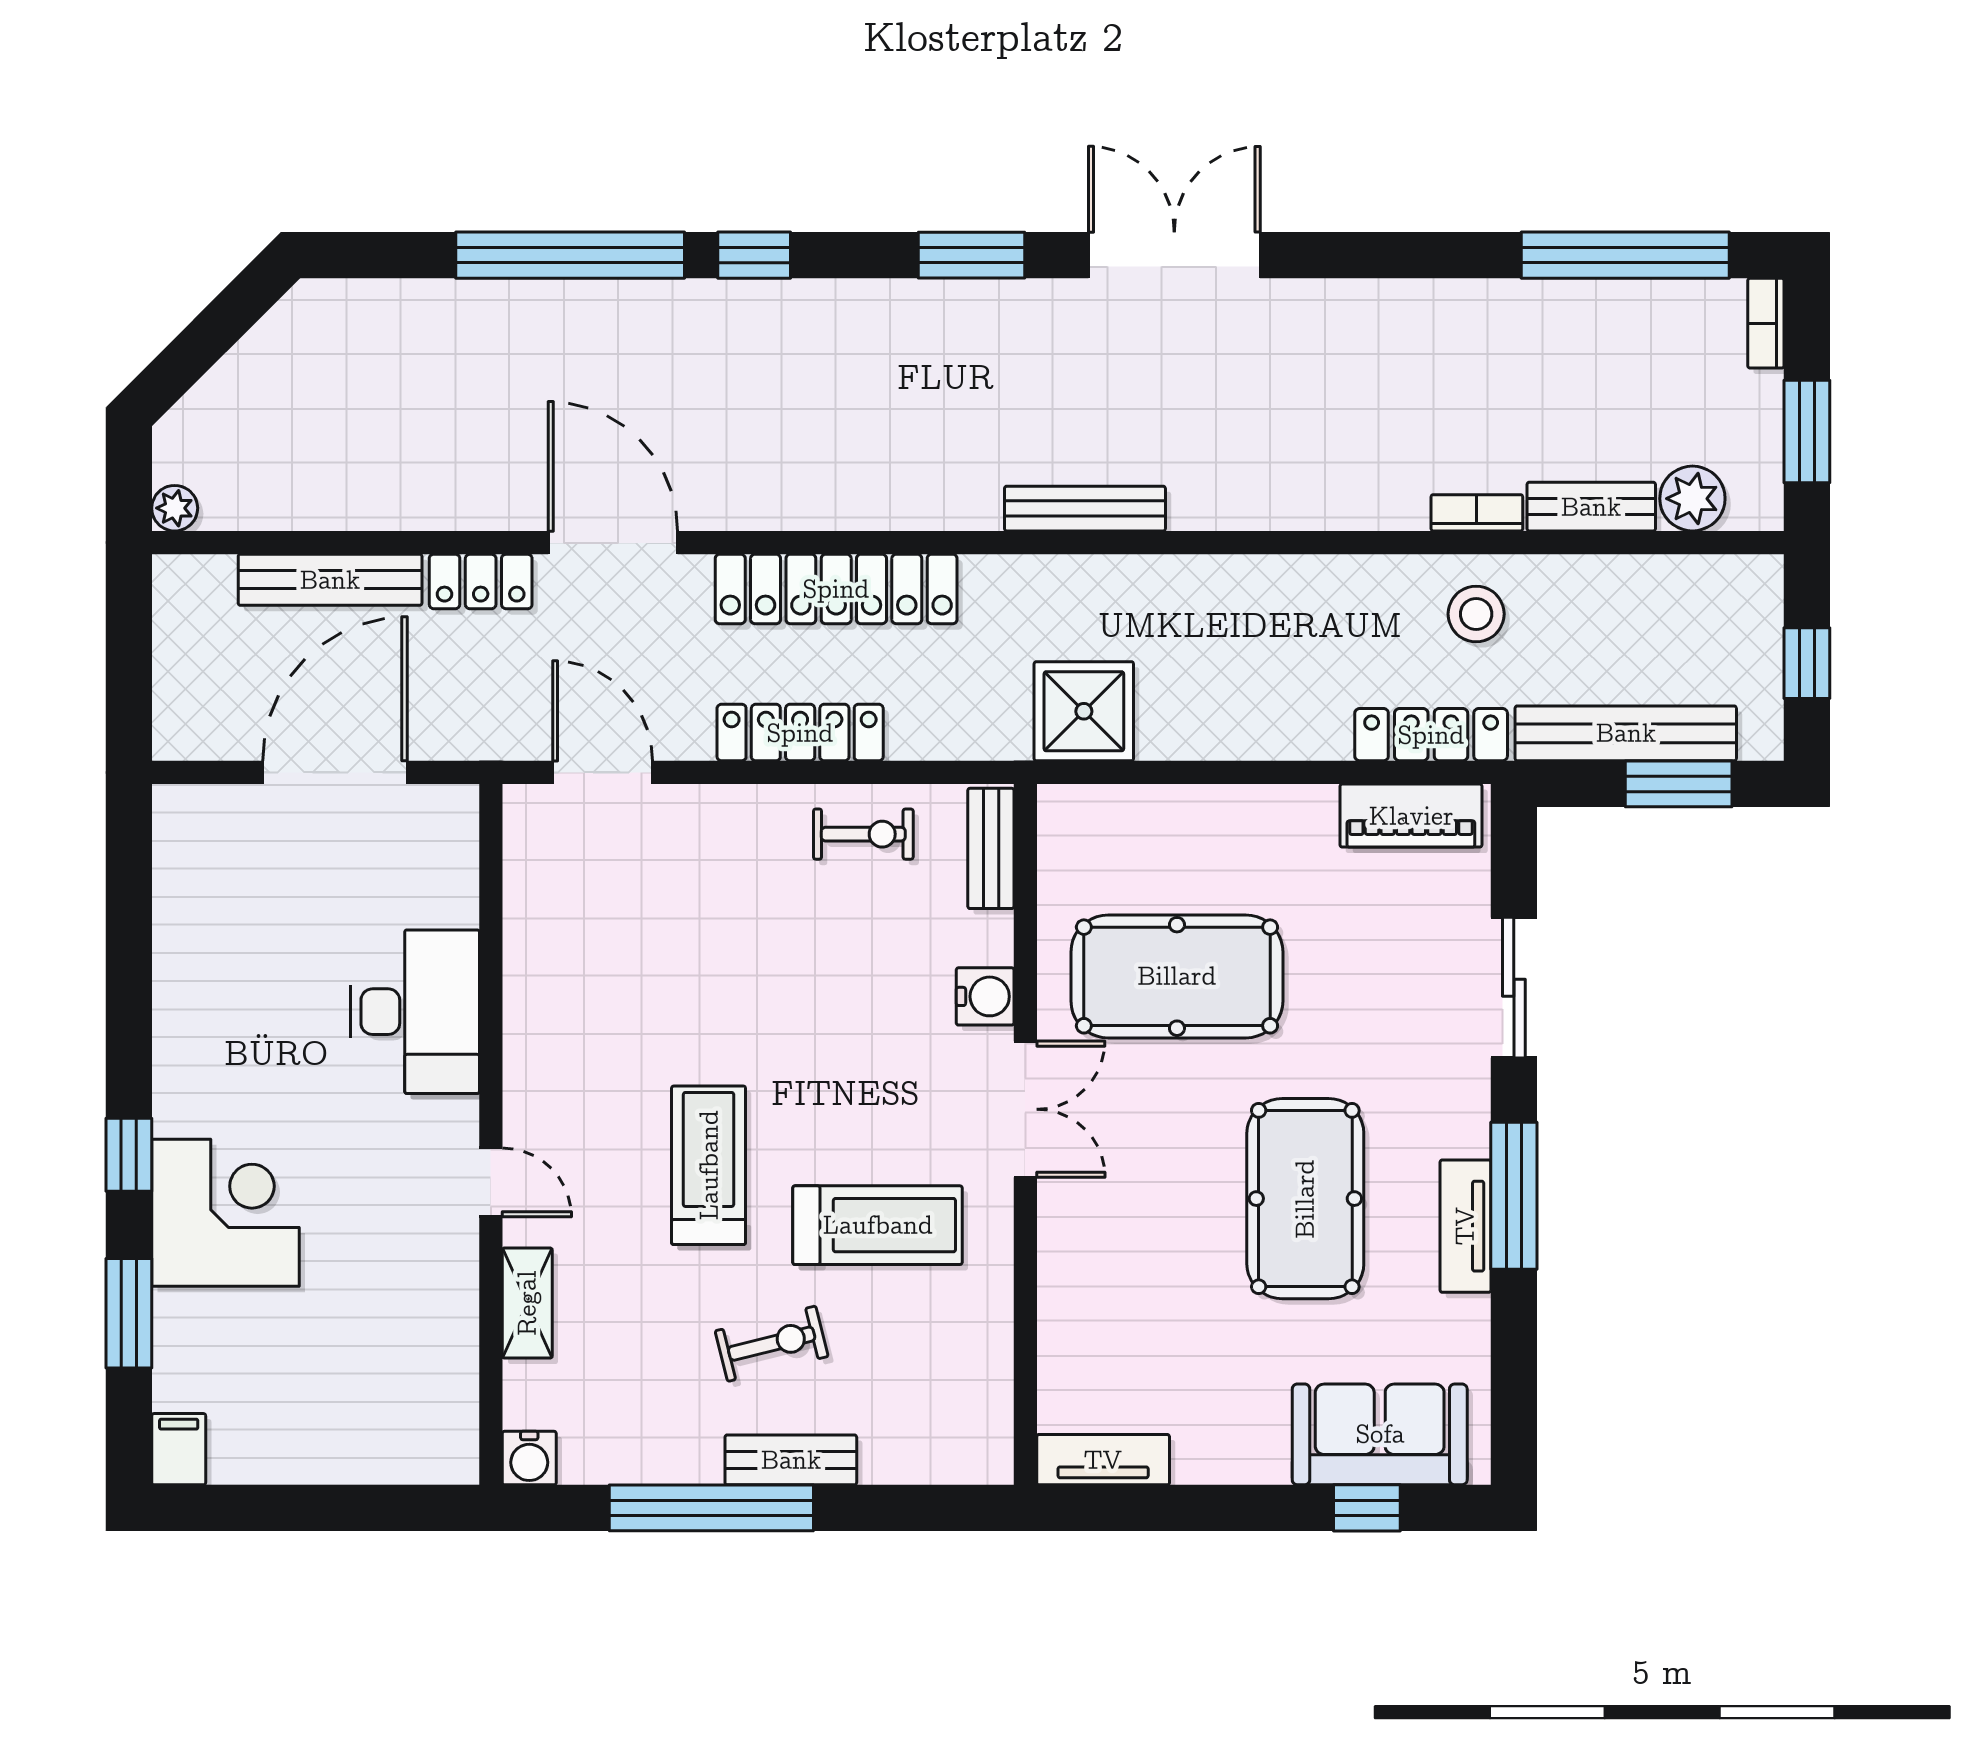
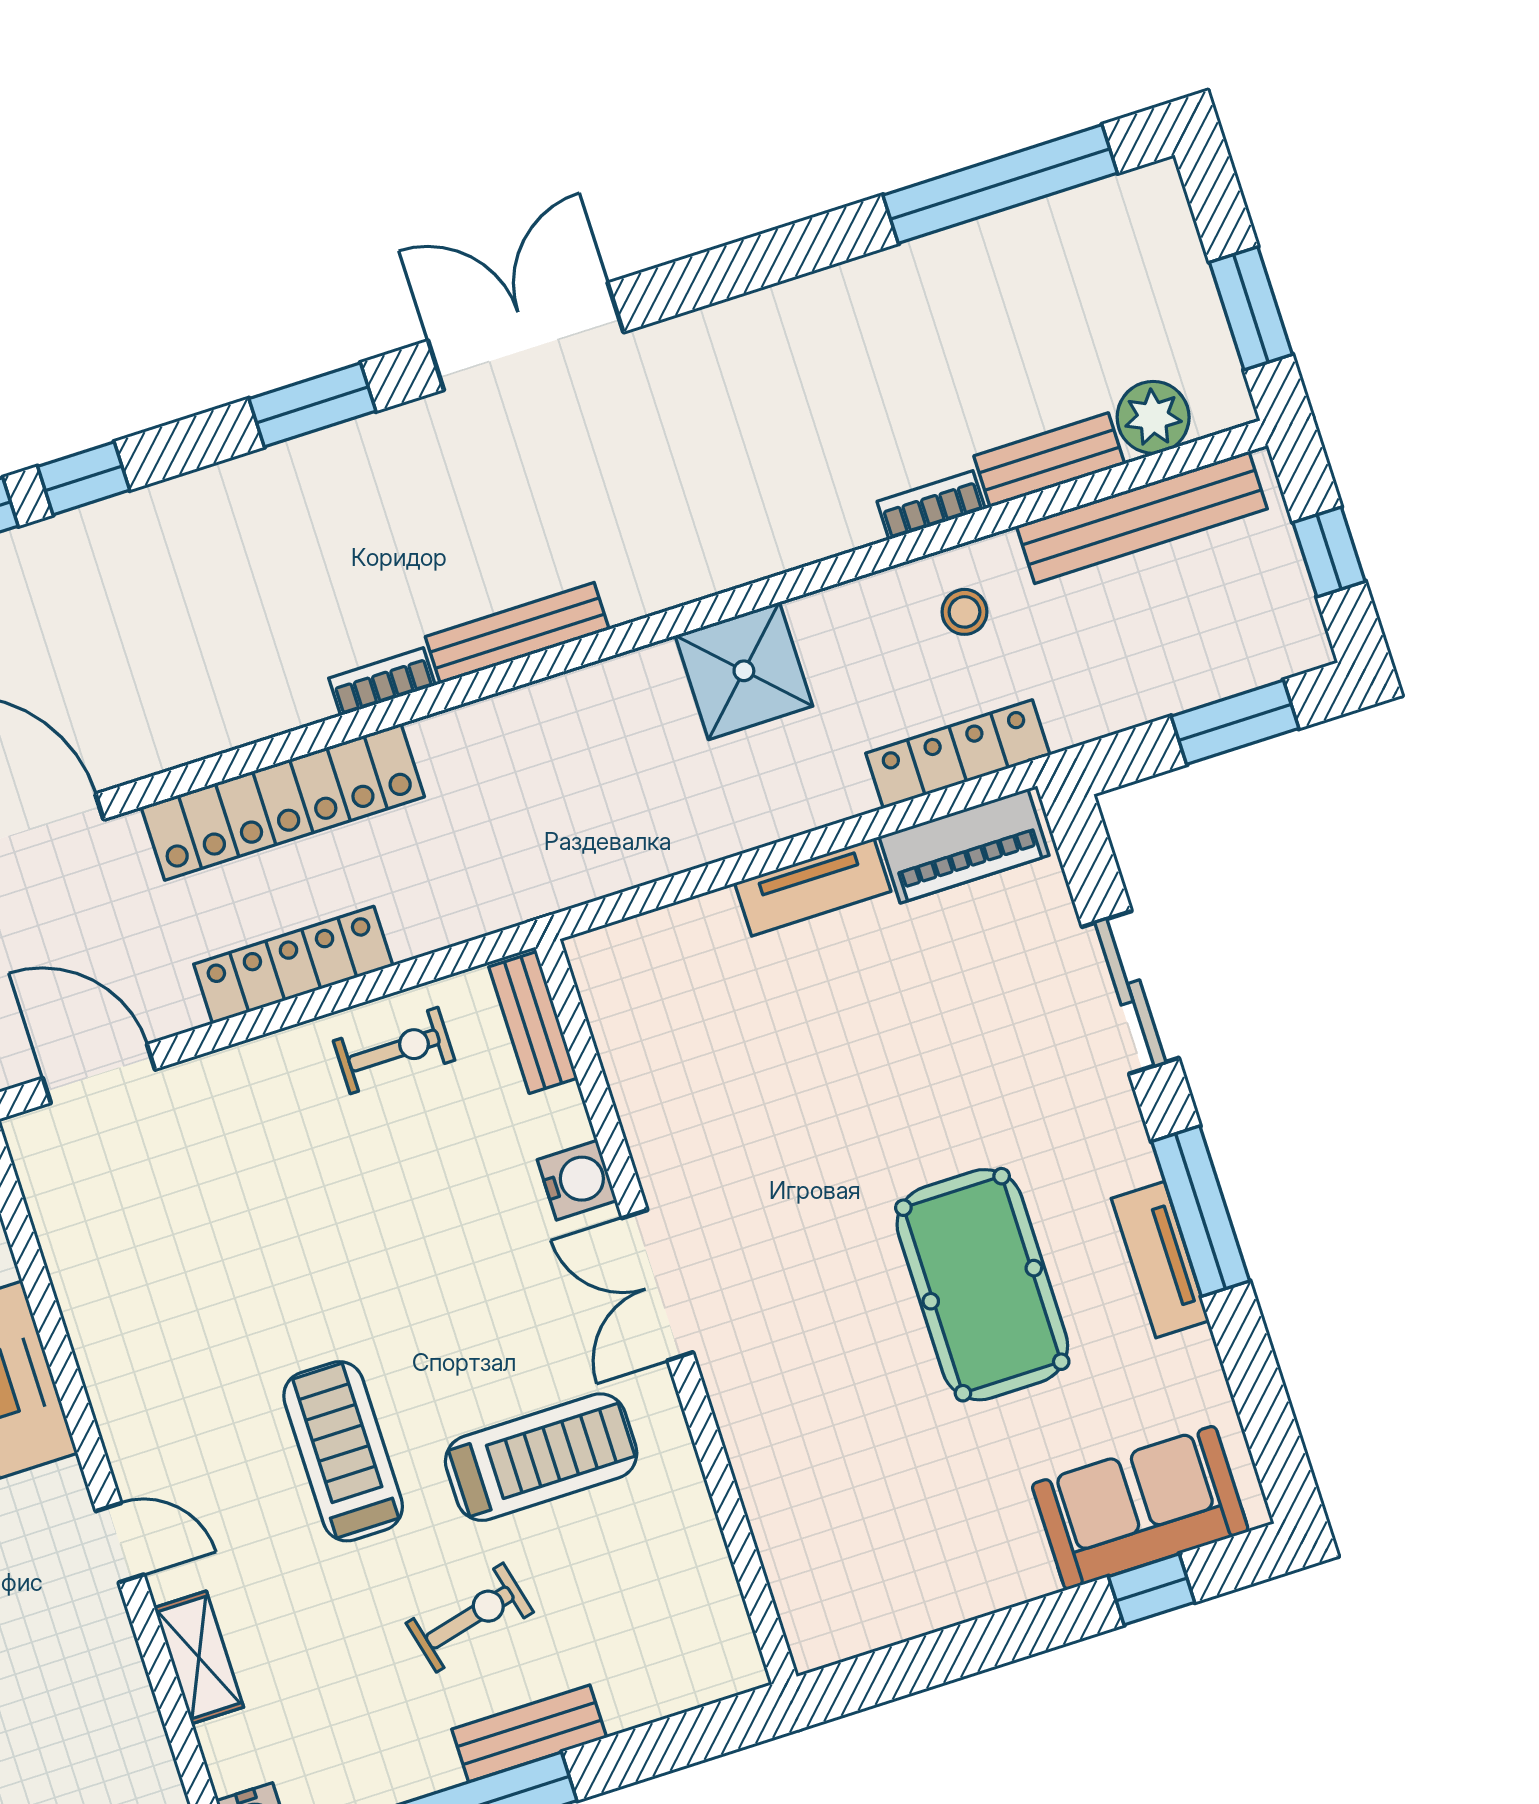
bookcase: (1766, 323) -> (382, 682), moved, turned 90
stool: (1476, 614) -> (964, 612), width x0.73, depth x0.73
shower: (1084, 711) -> (744, 671), moved
bench: (1626, 733) -> (1142, 517), moved
pool table: (1177, 976) -> (772, 1094), removed
double door: (1025, 1109) -> (657, 1285), swing flipped
tv unit: (1103, 1460) -> (813, 887), moved, turned 180

